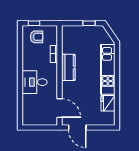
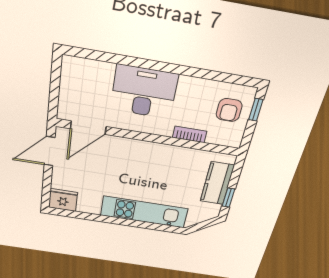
kitchen counter: (68, 67) -> (217, 183), moved, turned 90
desk: (35, 82) -> (144, 92), width x1.37
fridge: (108, 103) -> (63, 200), moved

